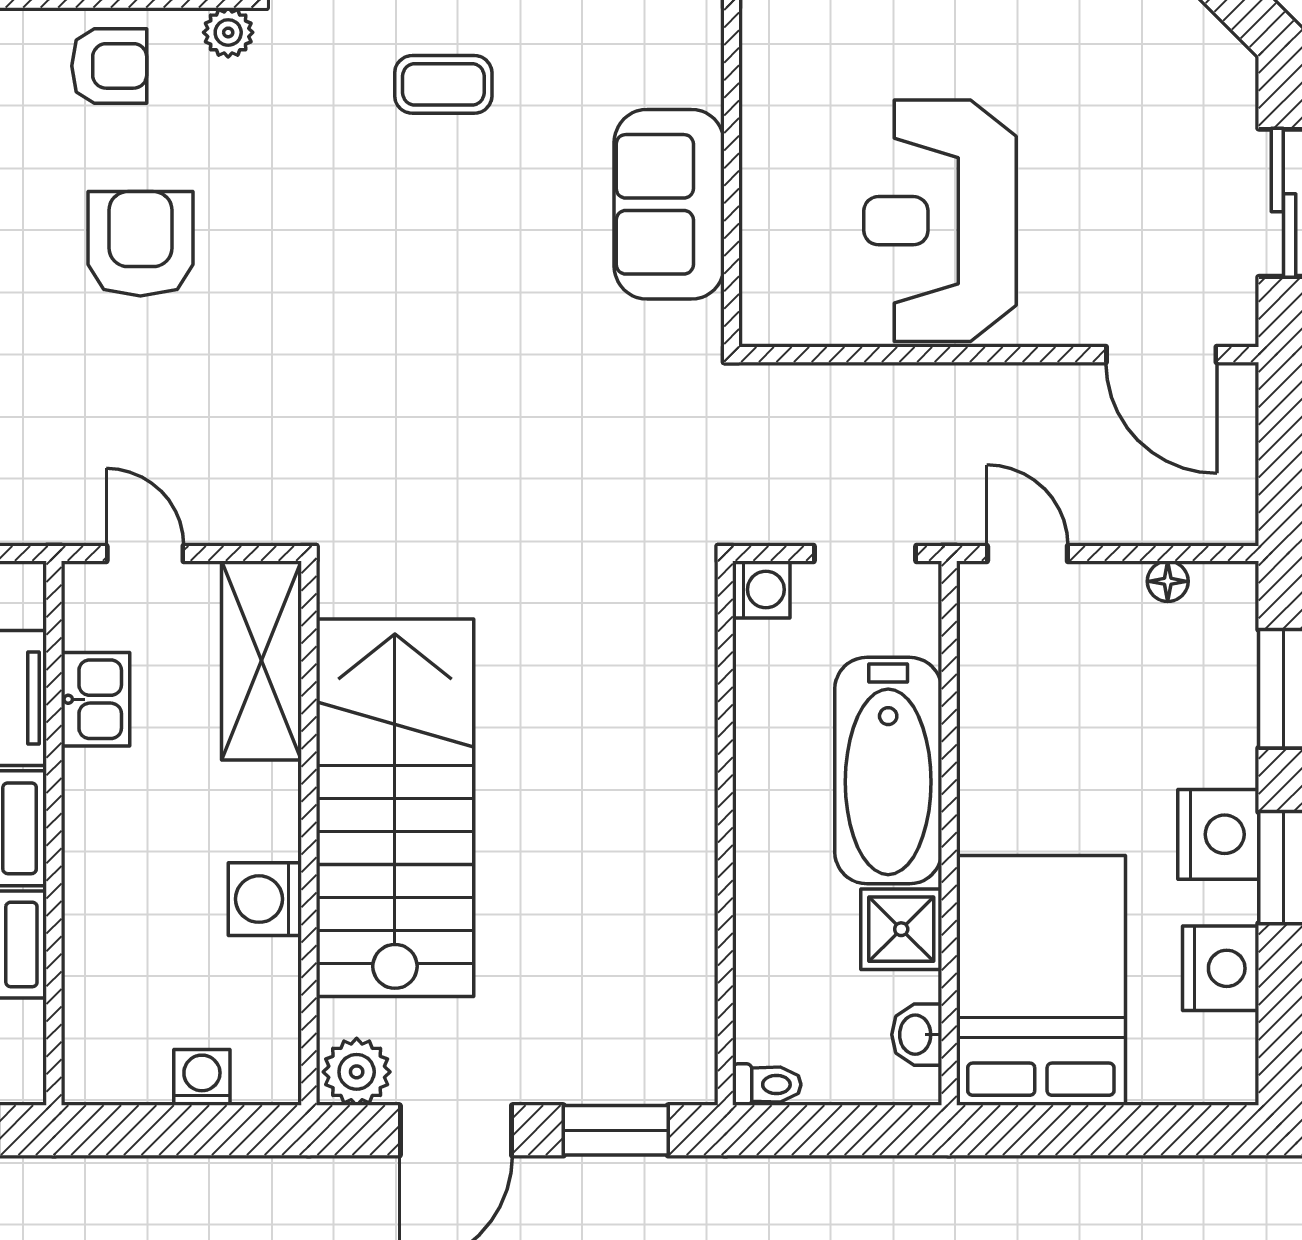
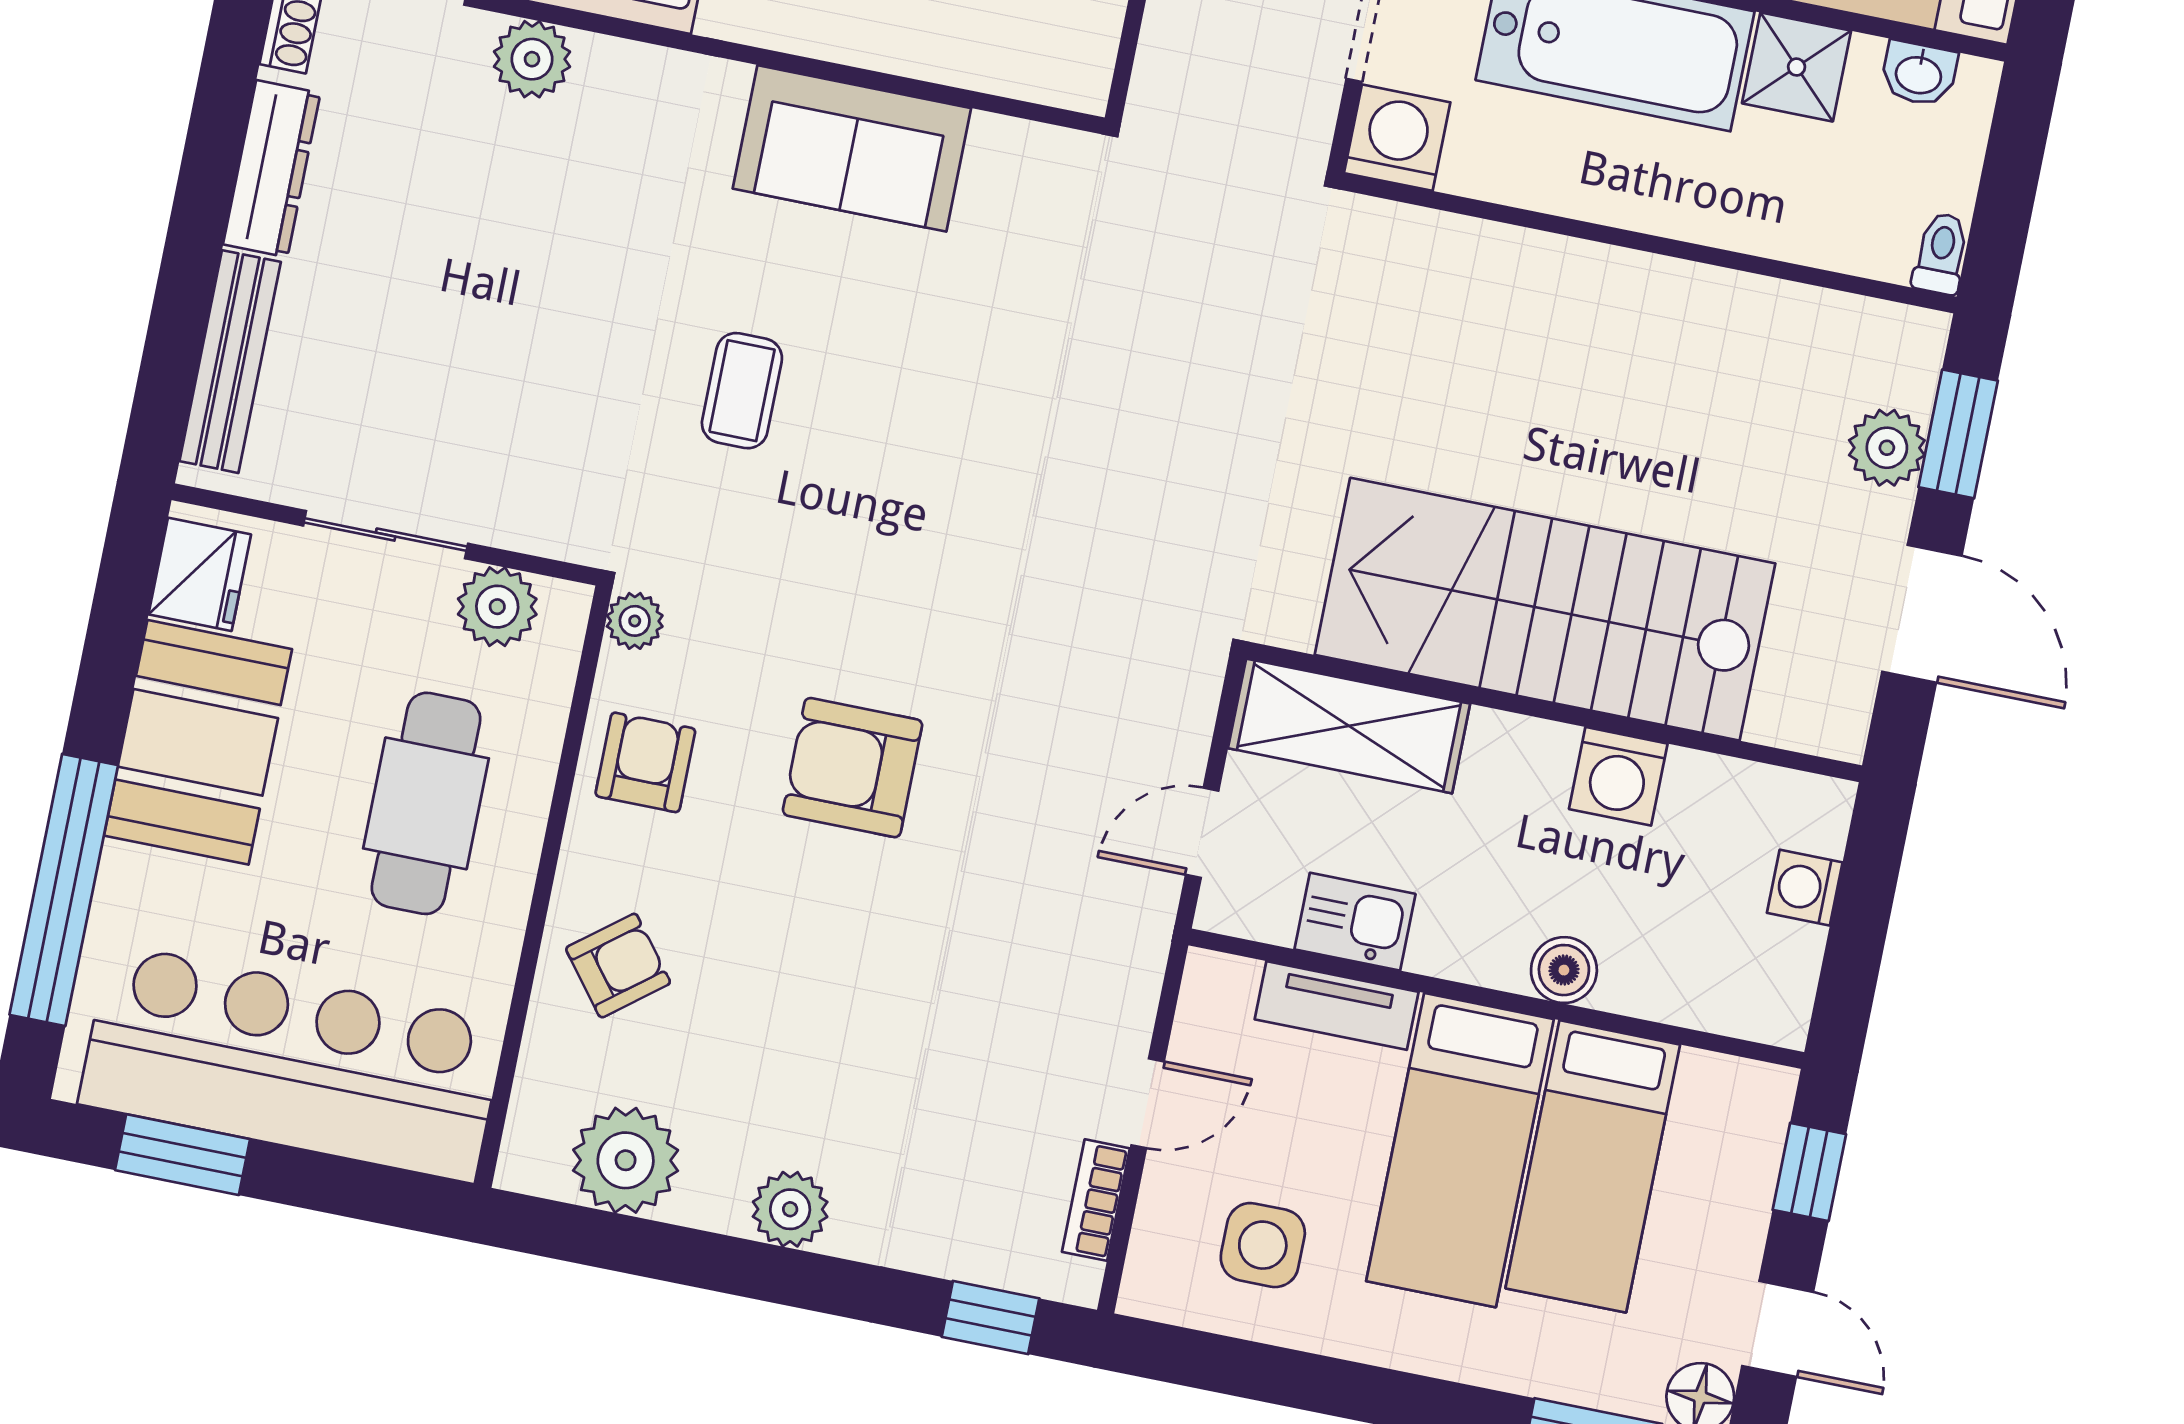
sofa: (669, 204) -> (852, 148), moved
washing machine: (761, 590) -> (1397, 138), width x1.38, depth x1.38
boiler: (90, 886) -> (1564, 970), added
plant: (357, 1072) -> (1887, 448), moved

